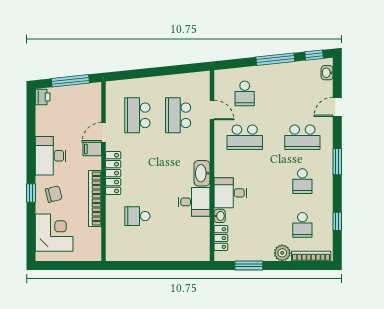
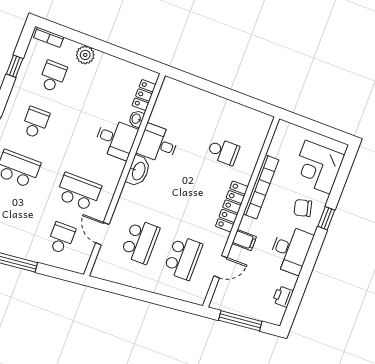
printer: (43, 97) -> (283, 297), moved
door: (104, 132) -> (221, 267), moved
bookcase: (311, 256) -> (49, 37), width x0.64
window: (249, 265) -> (125, 55), removed

